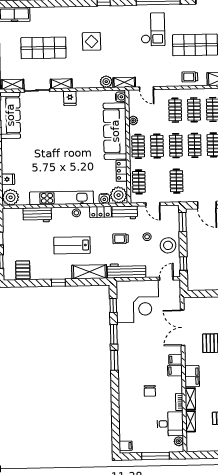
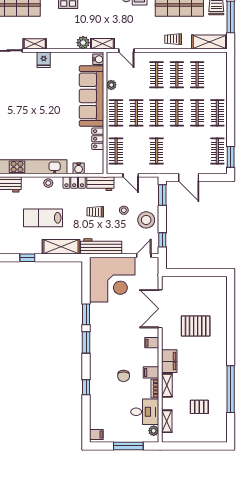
plant: (119, 195) -> (94, 165), removed
window: (113, 305) -> (86, 387), moved
filing cabinet: (175, 371) -> (151, 372), moved
shelving: (191, 421) -> (167, 421), moved

